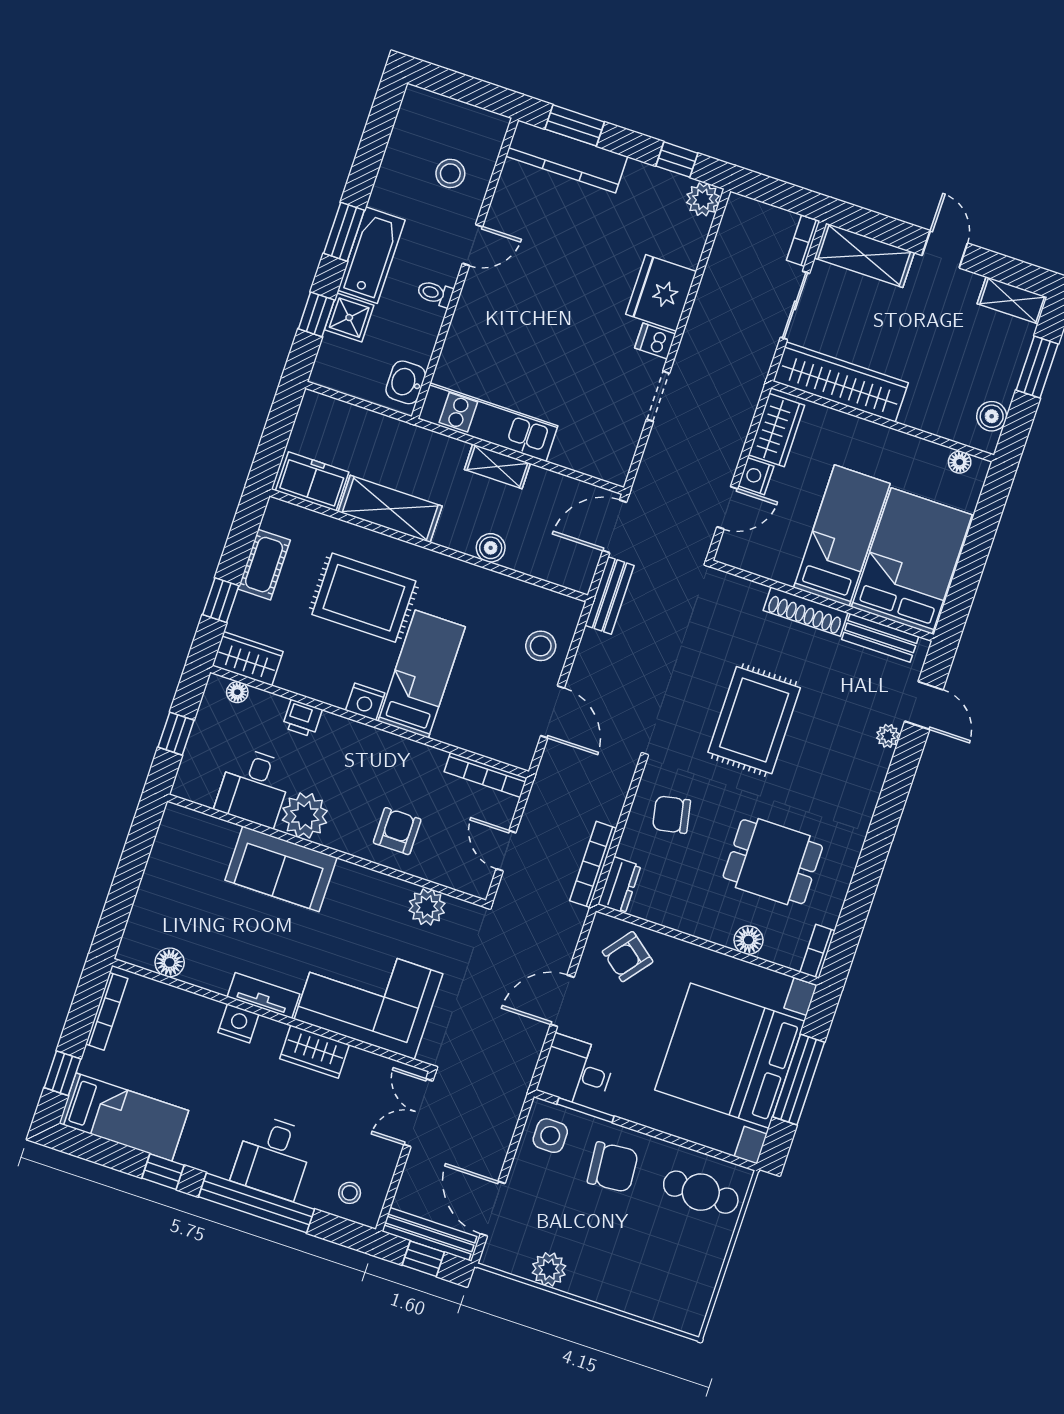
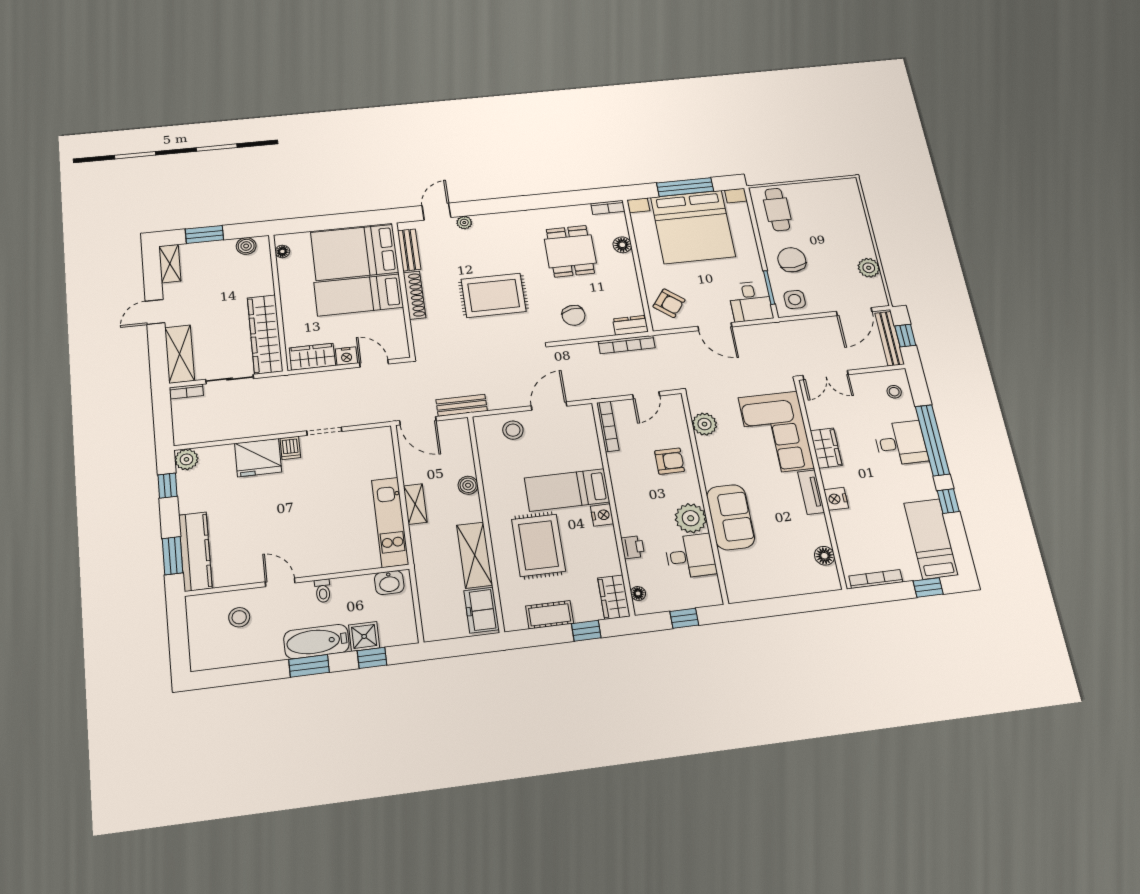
armchair: (397, 831) -> (670, 461), turned 180

